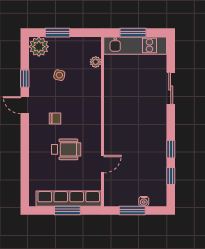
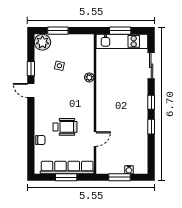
plant: (96, 62) -> (89, 77), moved
sliding door: (171, 88) -> (151, 66), moved
chair: (55, 118) -> (40, 140), moved
window: (171, 176) -> (151, 102), moved

